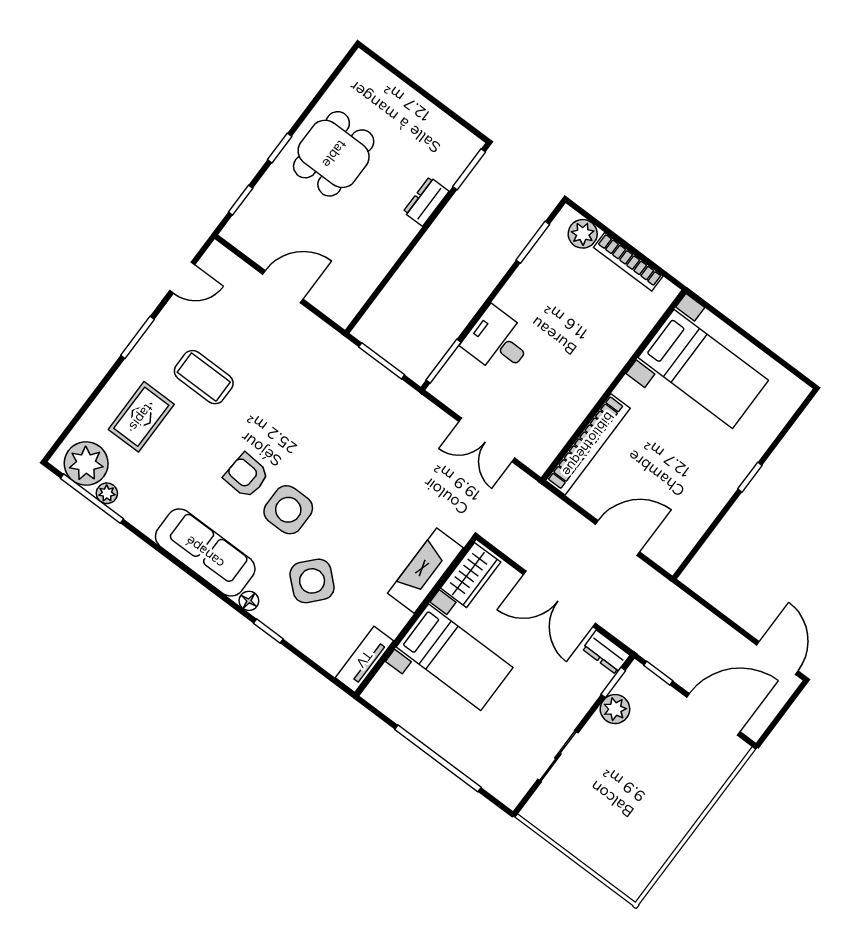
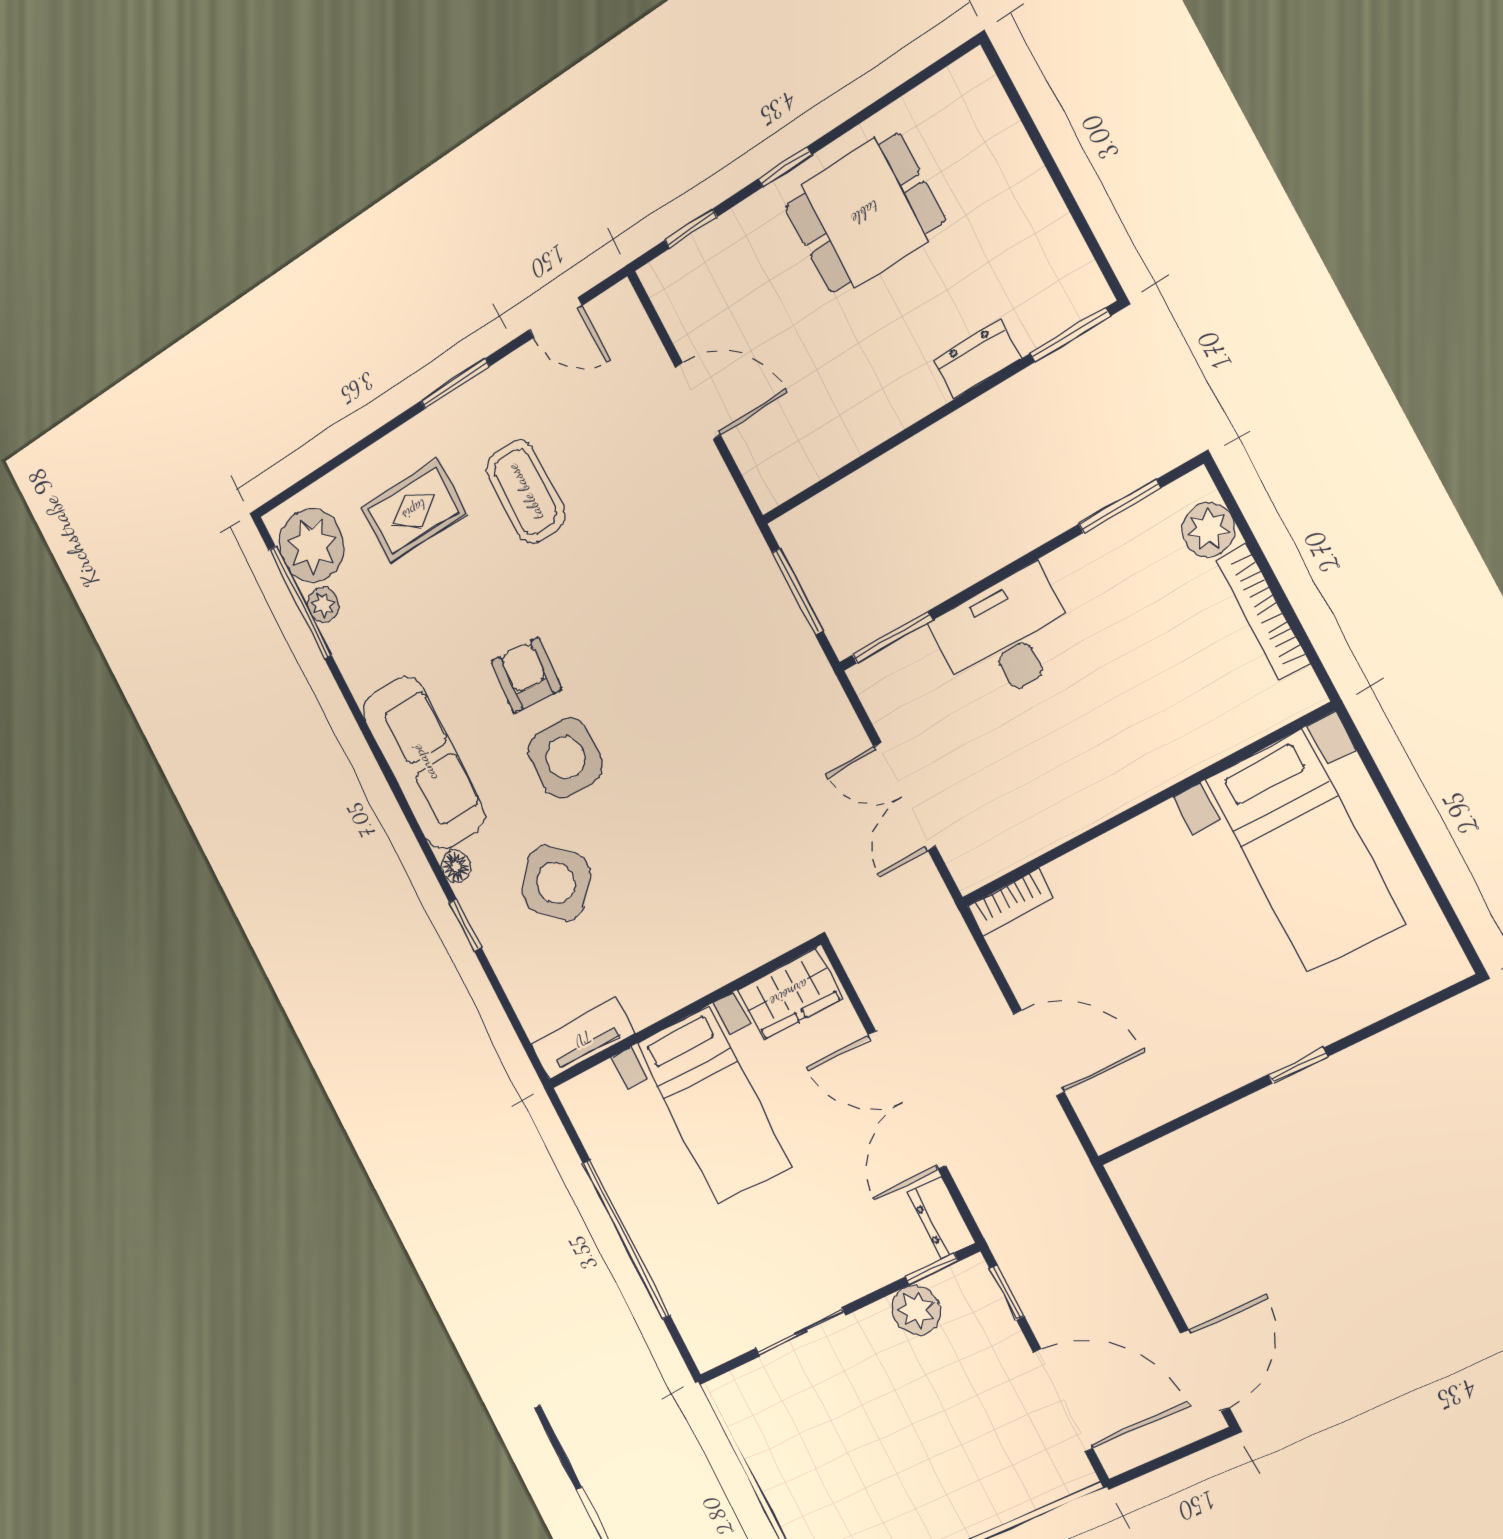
desk: (498, 341) -> (1006, 637), width x1.37
bookcase: (588, 444) -> (1010, 902), width x0.43, depth x0.76
fireplace: (425, 571) -> (726, 952), removed

